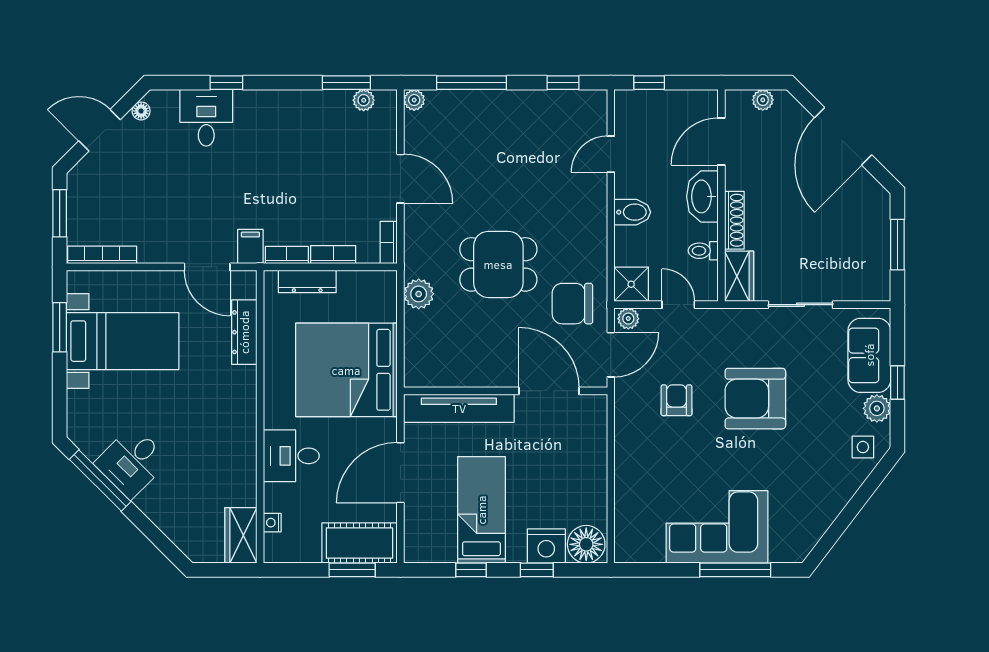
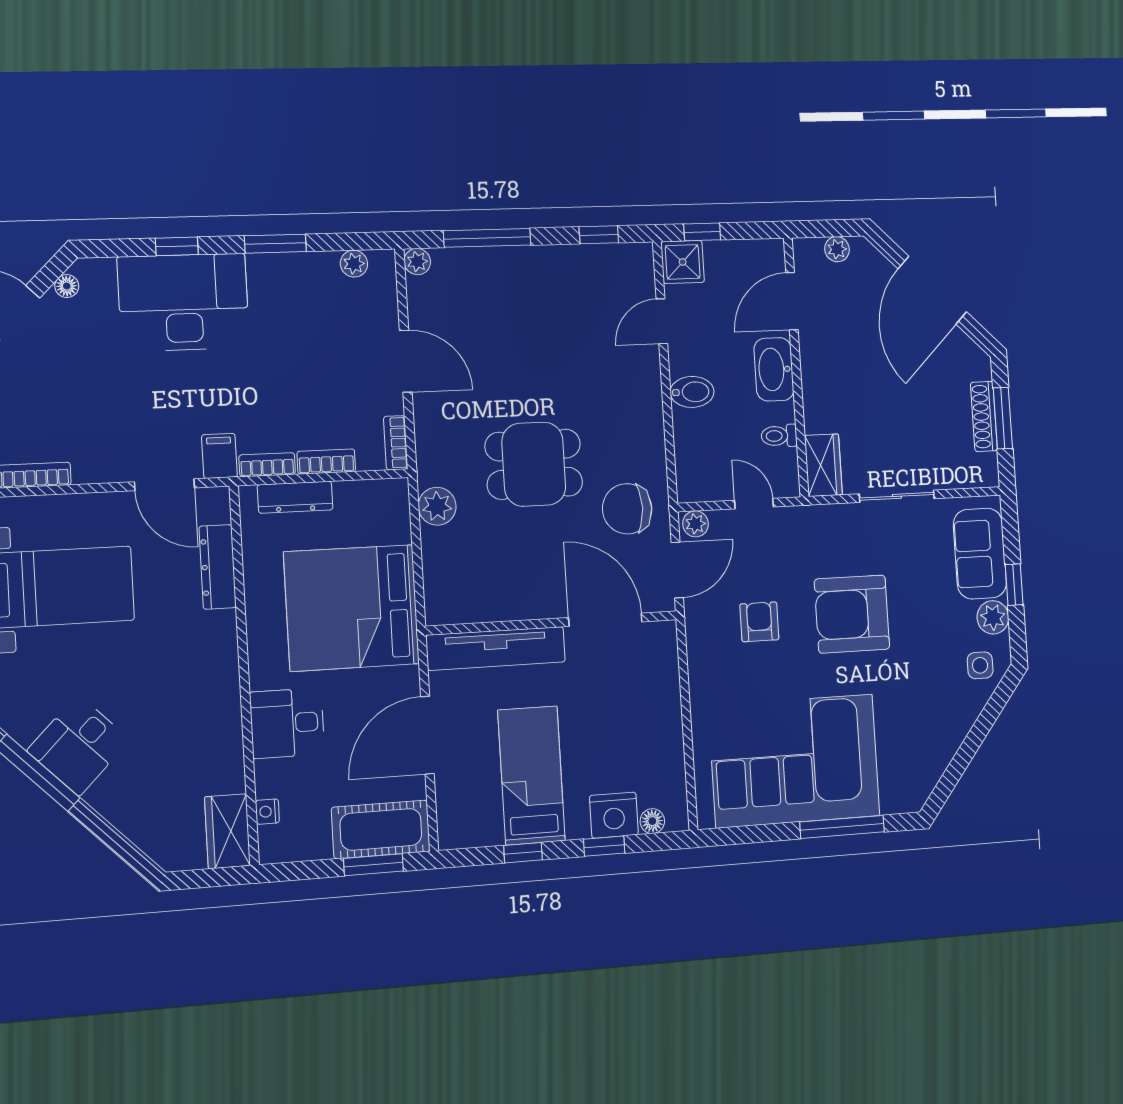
window: (346, 83) -> (275, 244), moved
desk: (206, 118) -> (183, 302), width x1.87, depth x1.30
shoe rack: (734, 220) -> (984, 416), moved, turned 180
shower: (631, 284) -> (683, 262), moved
corner sofa: (717, 527) -> (794, 761), width x1.36, depth x1.36
floor lamp: (586, 544) -> (652, 821), width x0.53, depth x0.53

